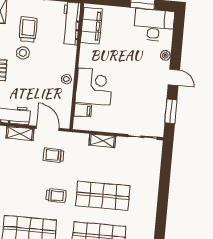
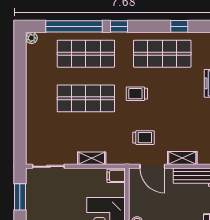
filing cabinet: (83, 110) -> (116, 176), moved

